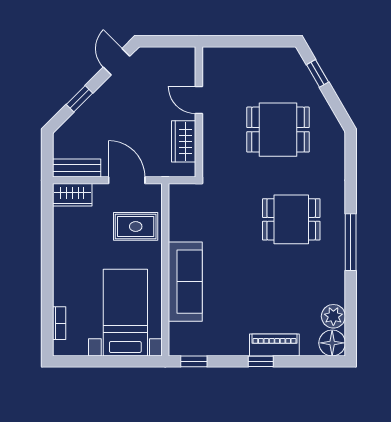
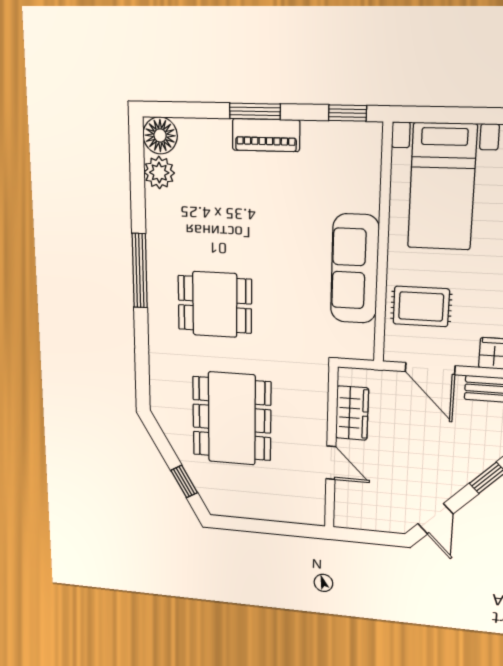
dining table: (278, 130) -> (232, 419), width x1.37
sofa: (185, 282) -> (355, 269), moved
piano: (274, 345) -> (266, 135), moved
window: (261, 361) -> (255, 111), width x1.50

